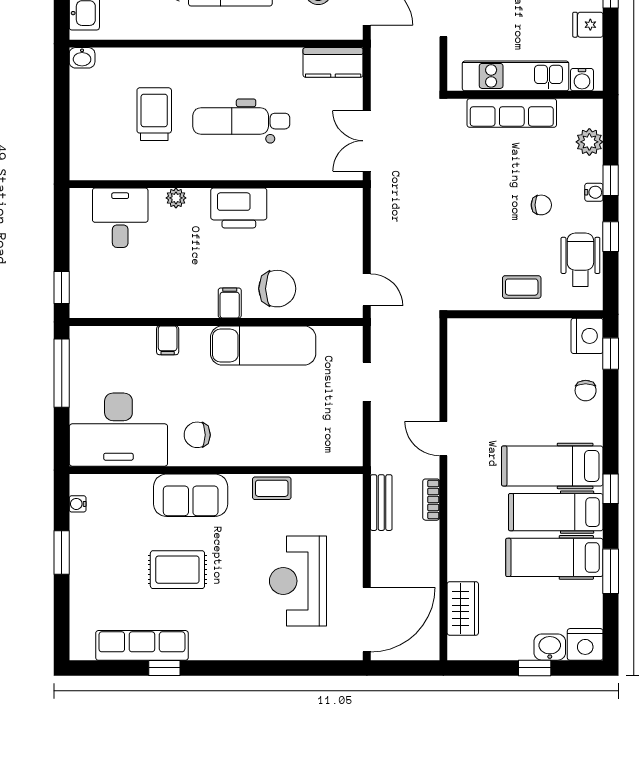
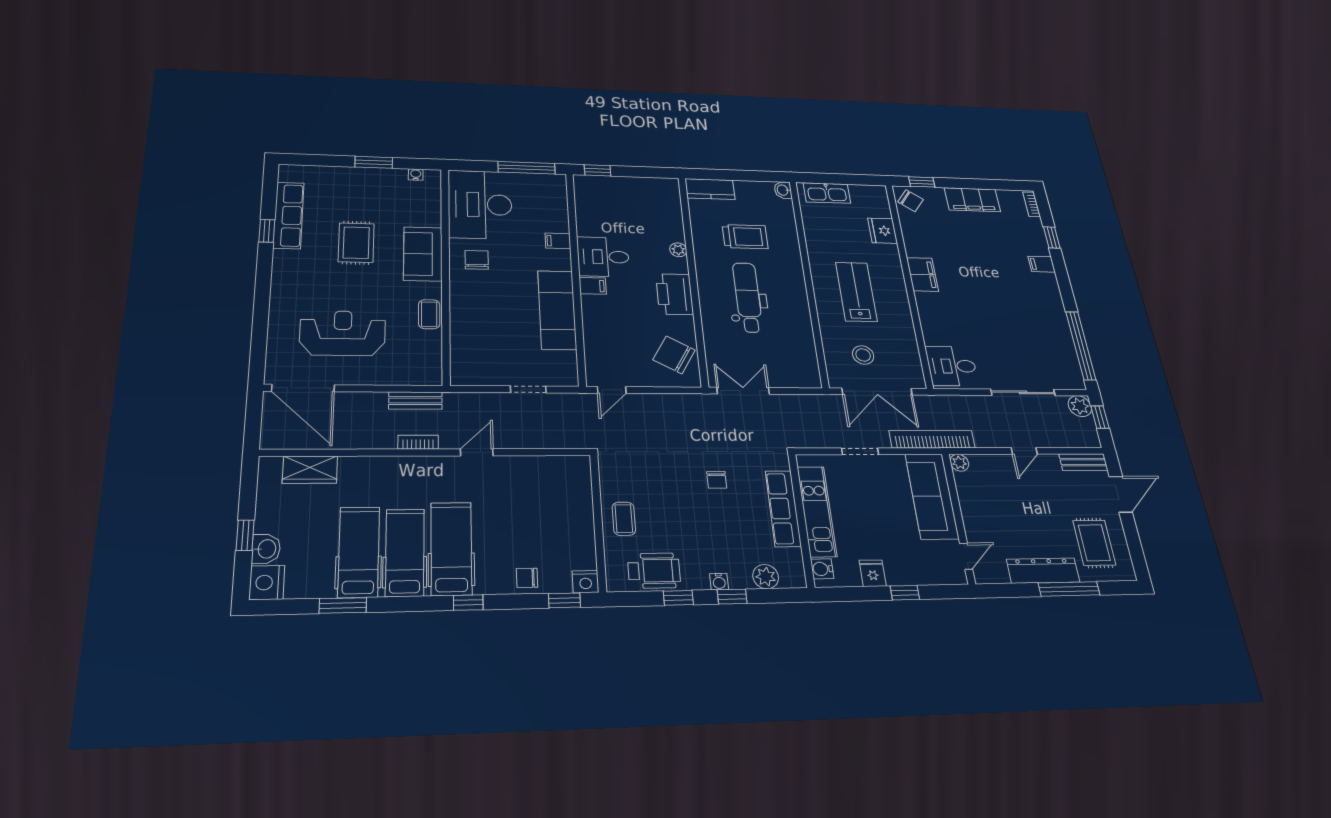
kitchen counter: (333, 62) -> (710, 189), moved, turned -90
chair: (541, 205) -> (717, 480), moved
desk: (120, 218) -> (603, 257), moved, turned 180
chair: (277, 289) -> (674, 355), moved, turned 120
nightstand: (587, 336) -> (586, 582), width x0.74, depth x0.75
window: (611, 489) -> (468, 603), moved

